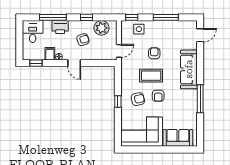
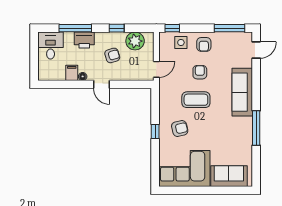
window: (166, 17) -> (229, 28), moved
window: (36, 63) -> (55, 84), removed
armchair: (158, 96) -> (204, 44), moved

